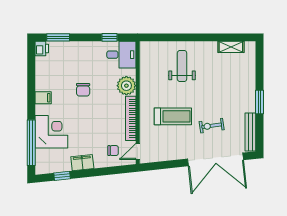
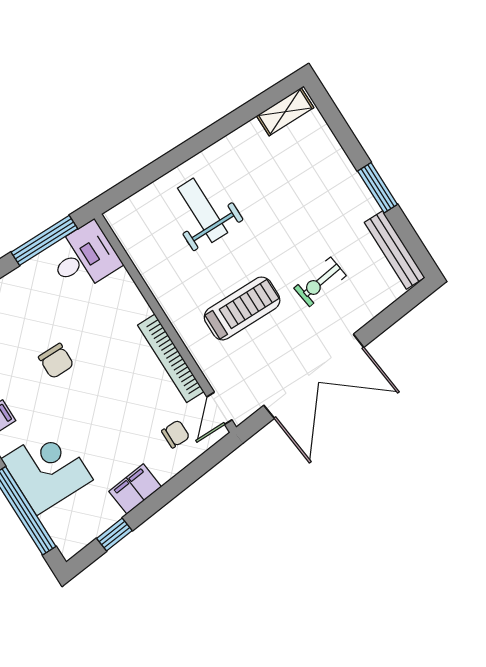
window: (110, 37) -> (44, 240), width x2.17
shelving: (231, 47) -> (285, 112), moved
plant: (126, 86) -> (127, 306), removed
double door: (215, 159) -> (314, 376), moved

